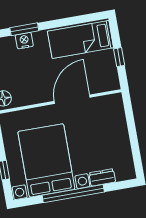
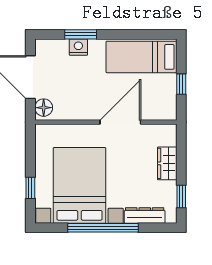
wardrobe: (119, 128) -> (167, 163), added
window: (136, 154) -> (181, 197), added
dresser: (102, 177) -> (145, 215), width x1.44

